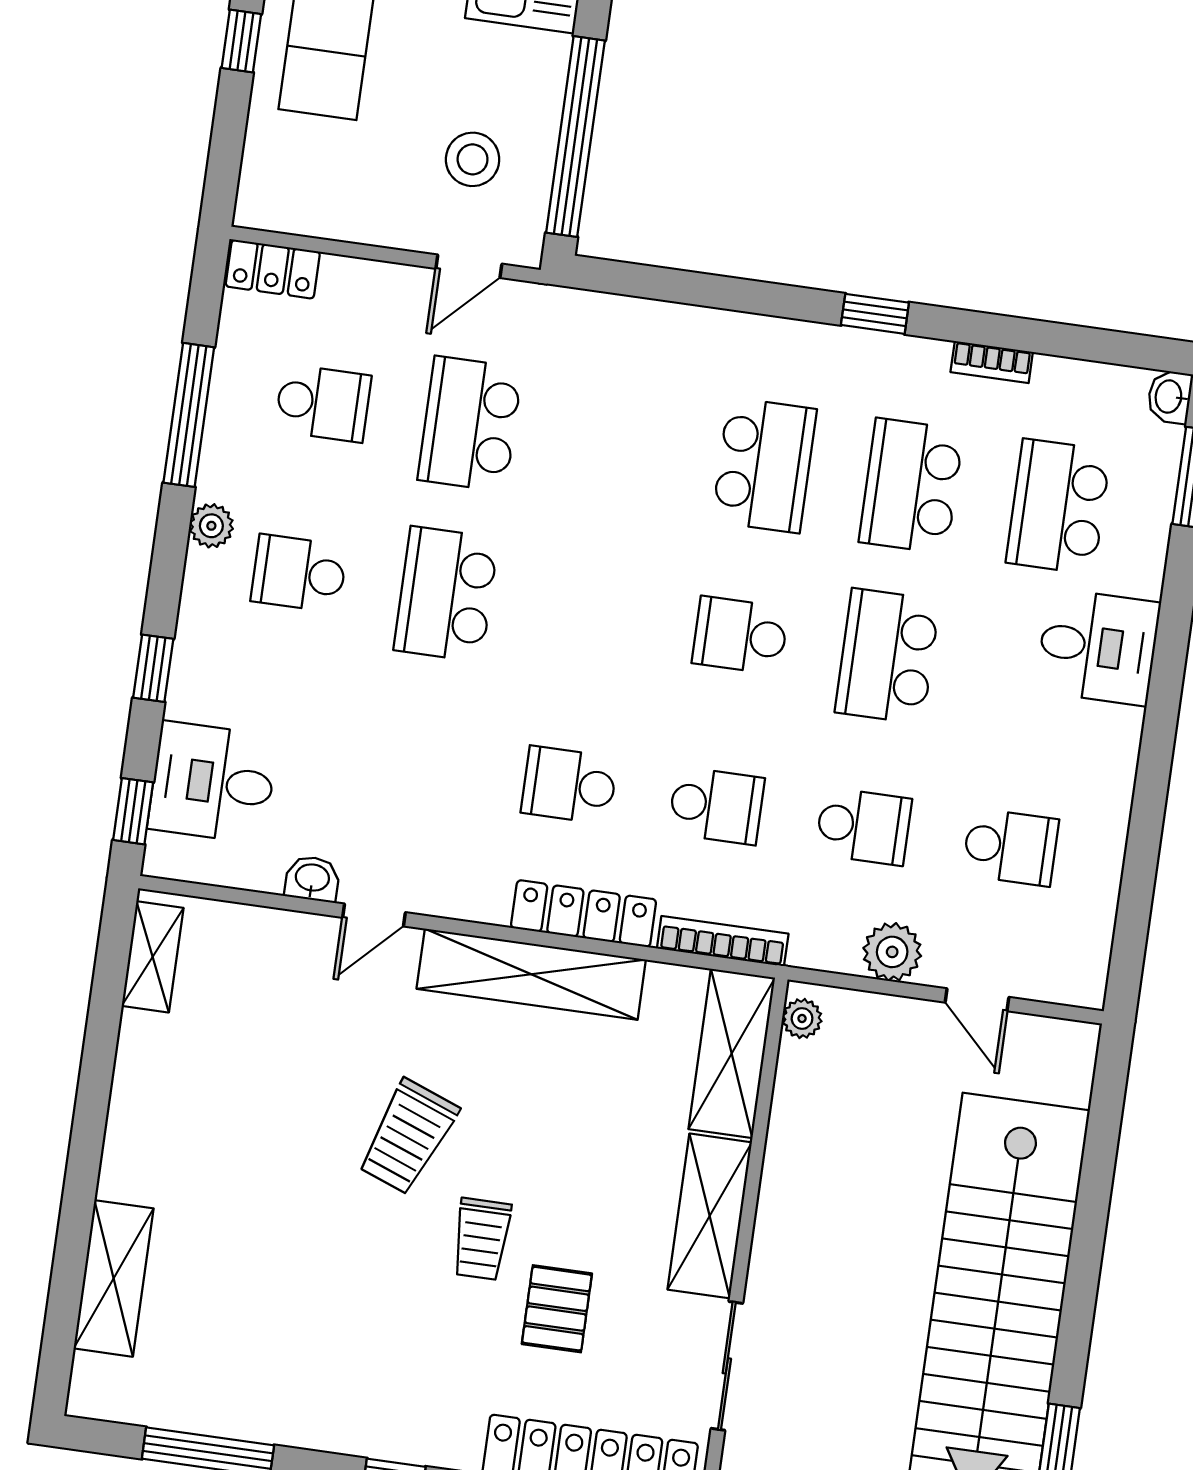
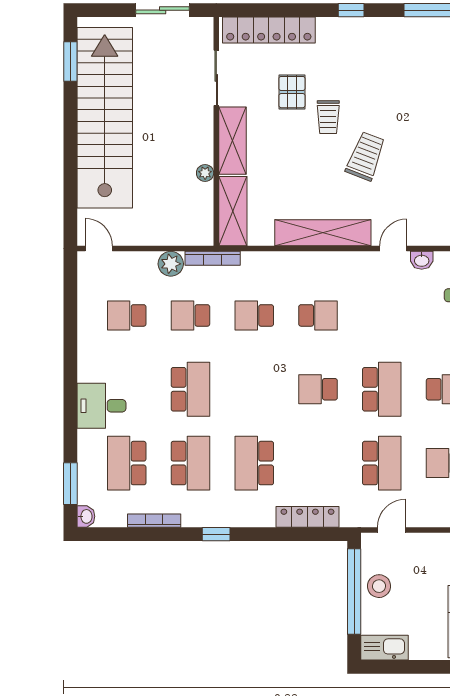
stool: (473, 159) -> (379, 586), moved
bookcase: (992, 362) -> (154, 521), width x1.56
school desk: (1058, 507) -> (127, 463), turned 180
school desk: (740, 635) -> (318, 389), moved, turned 180
locker: (584, 914) -> (307, 517), moved, turned 180
bookcase: (723, 941) -> (213, 258), moved
door: (977, 1000) -> (99, 248), moved
plant: (802, 1019) -> (205, 173), moved
trolley: (481, 1239) -> (328, 117), turned 180

